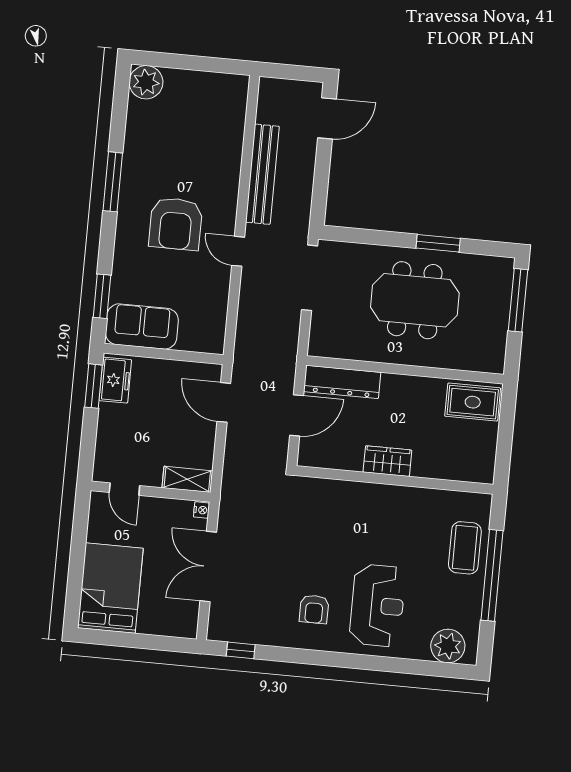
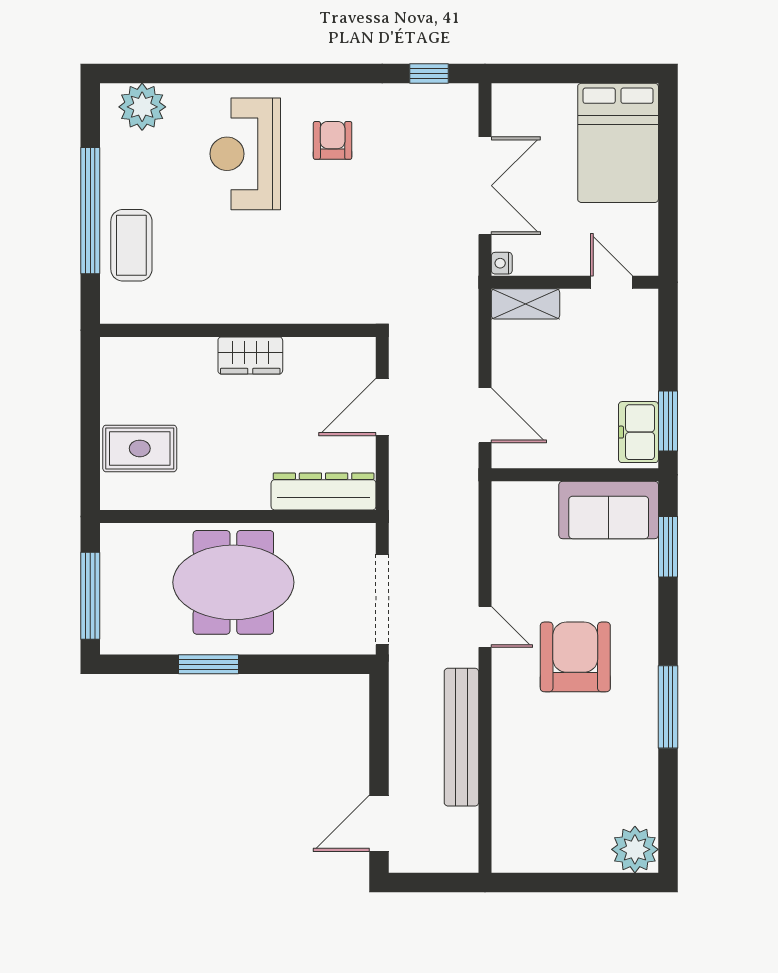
wall: (405, 370) -> (238, 517), moved
dresser: (342, 382) -> (324, 491), moved

